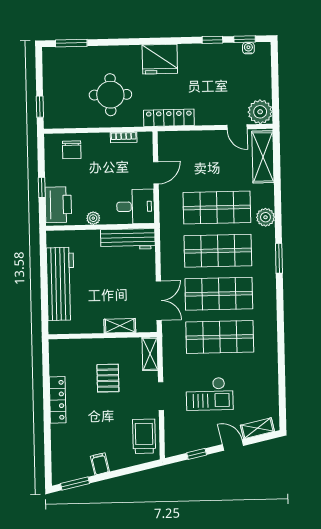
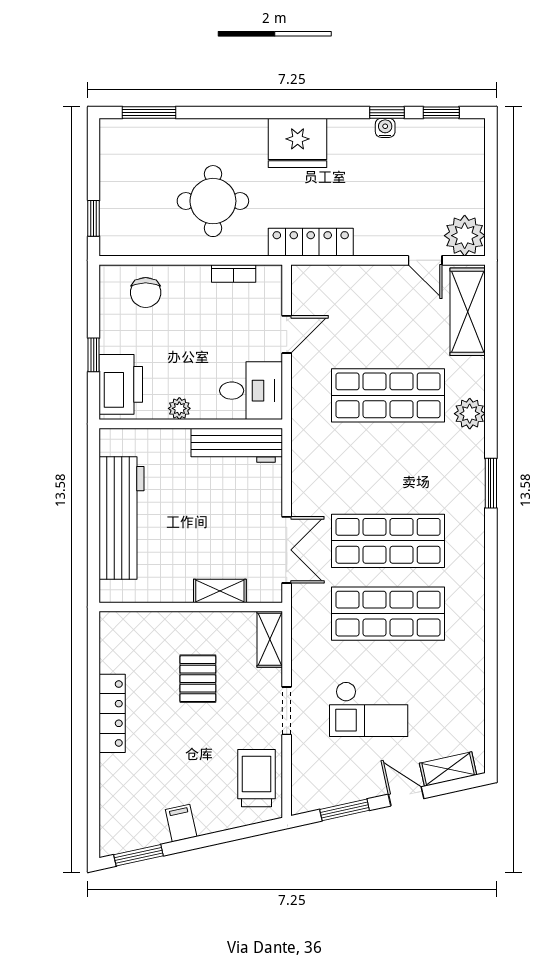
water cooler: (248, 48) -> (385, 128), moved
shop shelf: (218, 251) -> (388, 468), removed
window: (197, 454) -> (345, 810), width x1.50

